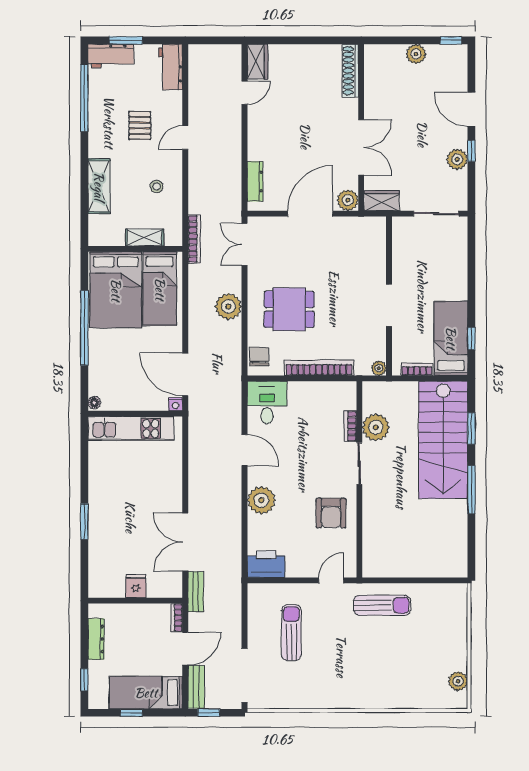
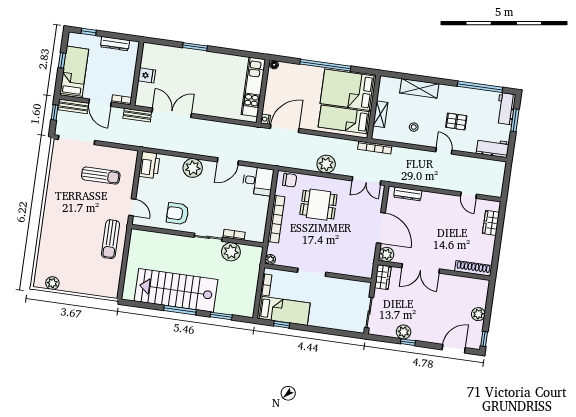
wardrobe: (257, 62) -> (491, 223), moved, turned 90
door: (471, 109) -> (454, 349), moved
double door: (245, 244) -> (366, 181), swing flipped
dining table: (289, 309) -> (318, 205), turned 90
stairs: (443, 440) -> (176, 290), moved

